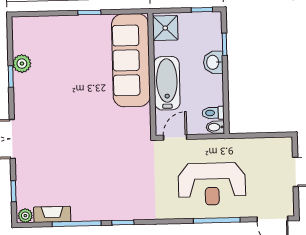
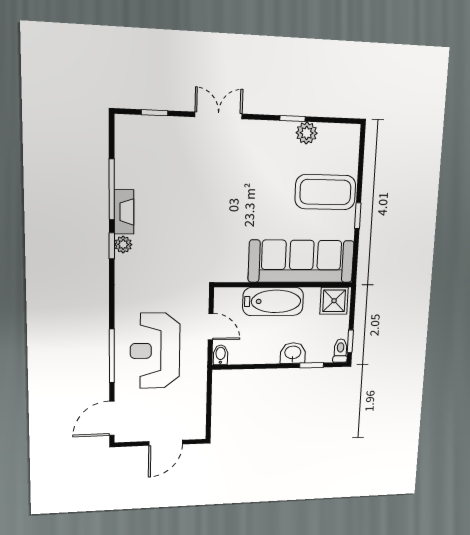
coffee table: (70, 43) -> (325, 192), added
toilet: (213, 113) -> (340, 351), moved
door: (175, 137) -> (211, 327), moved
fireplace: (52, 214) -> (124, 212), moved
plant: (25, 216) -> (123, 244), moved

